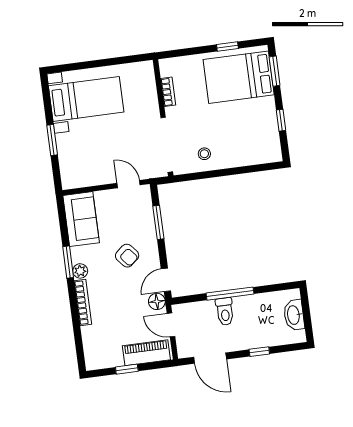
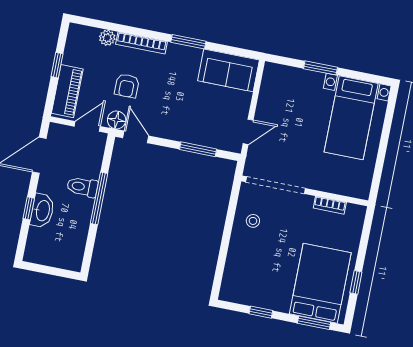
armchair: (127, 256) -> (127, 86), moved, turned -50
plant: (80, 271) -> (107, 38), moved
washbasin: (294, 315) -> (42, 211), moved, turned 90

